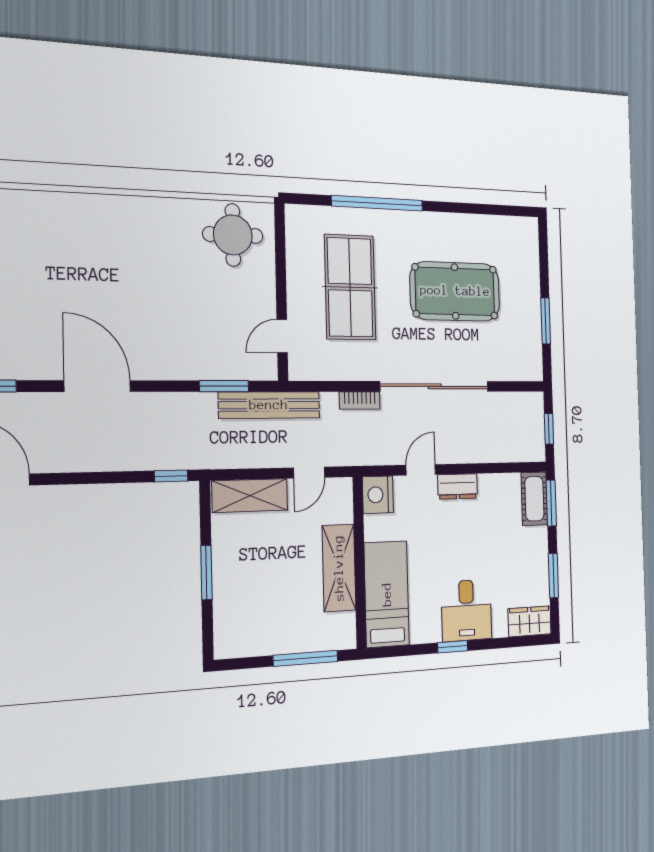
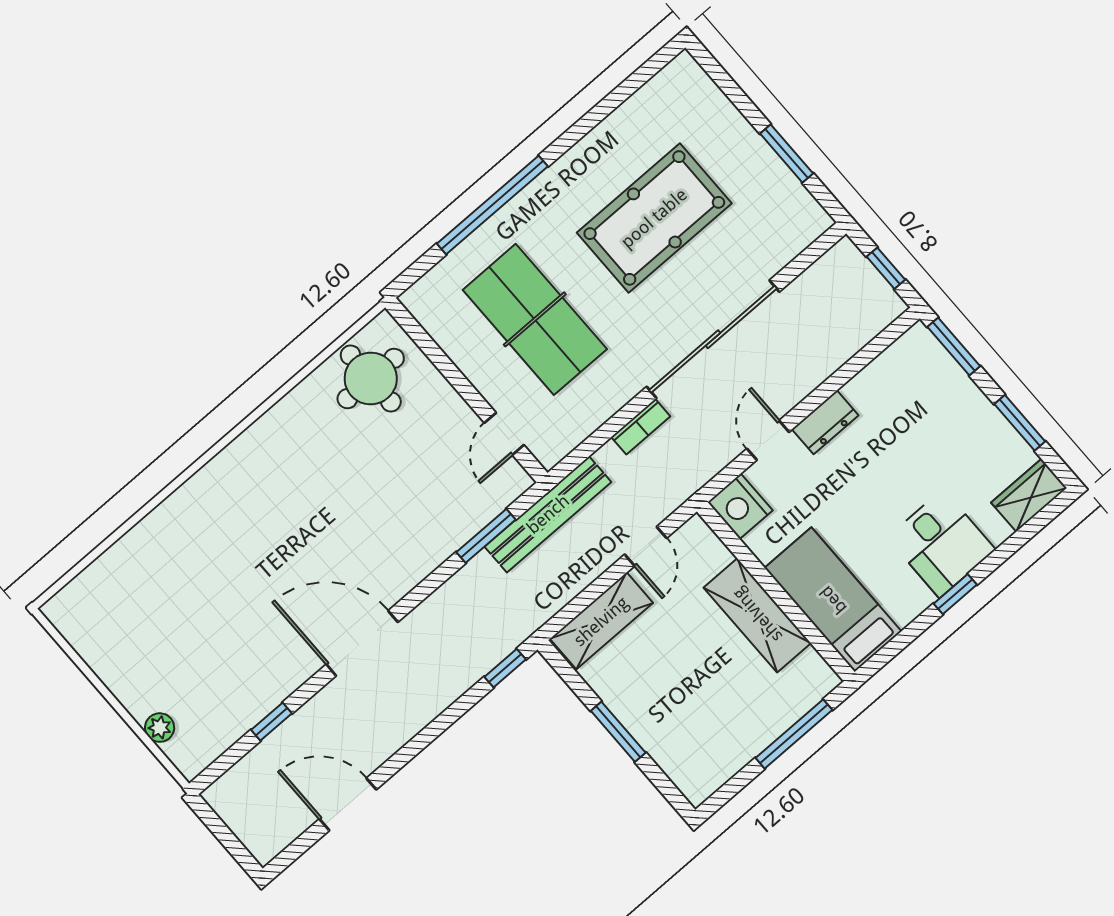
cot: (534, 499) -> (929, 359), removed

